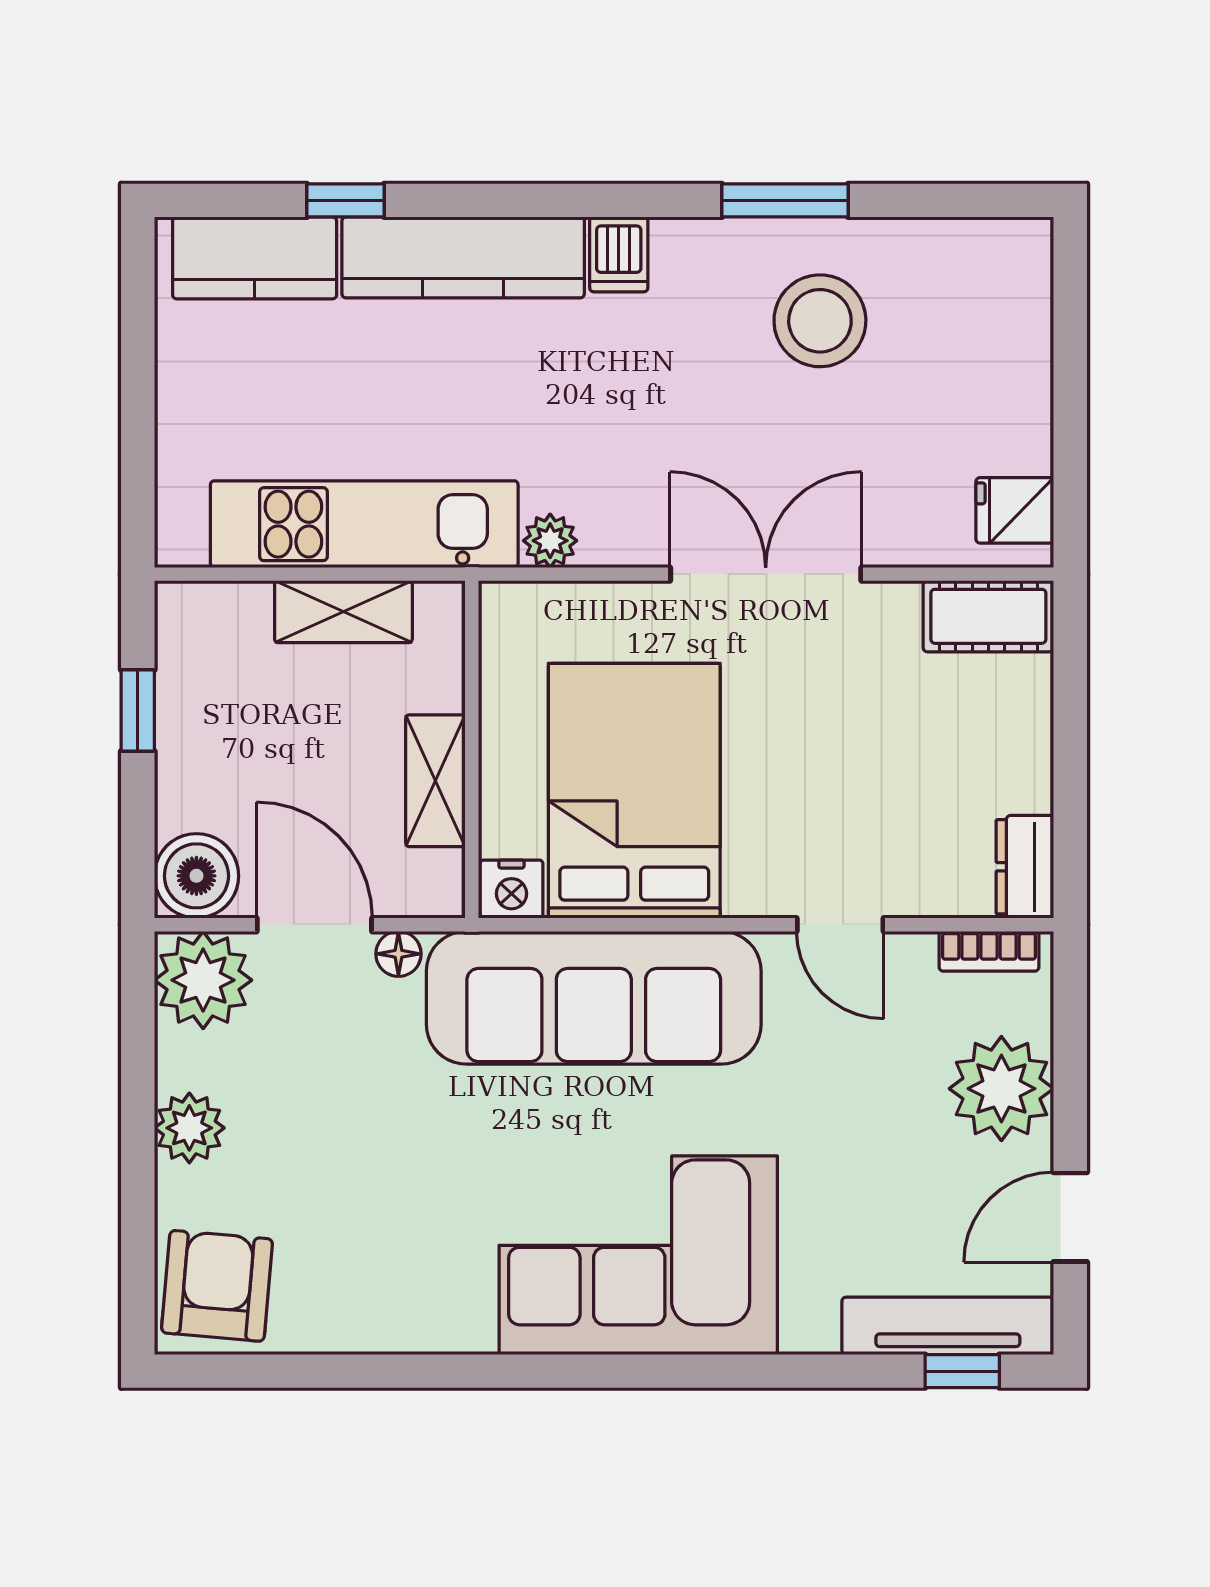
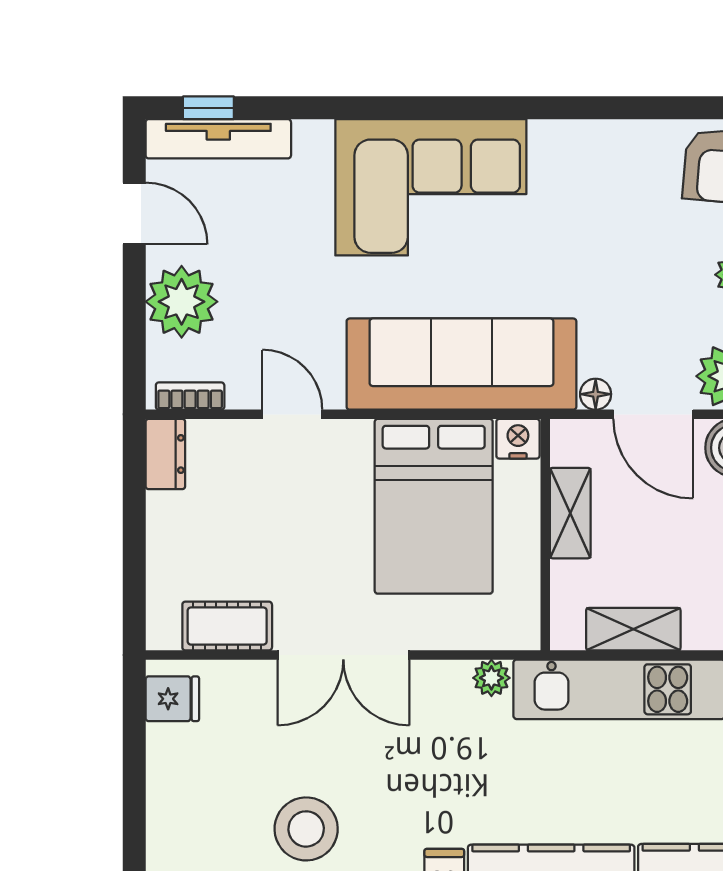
cot: (988, 616) -> (227, 626), moved
door: (1070, 1217) -> (134, 214), hinge flipped

